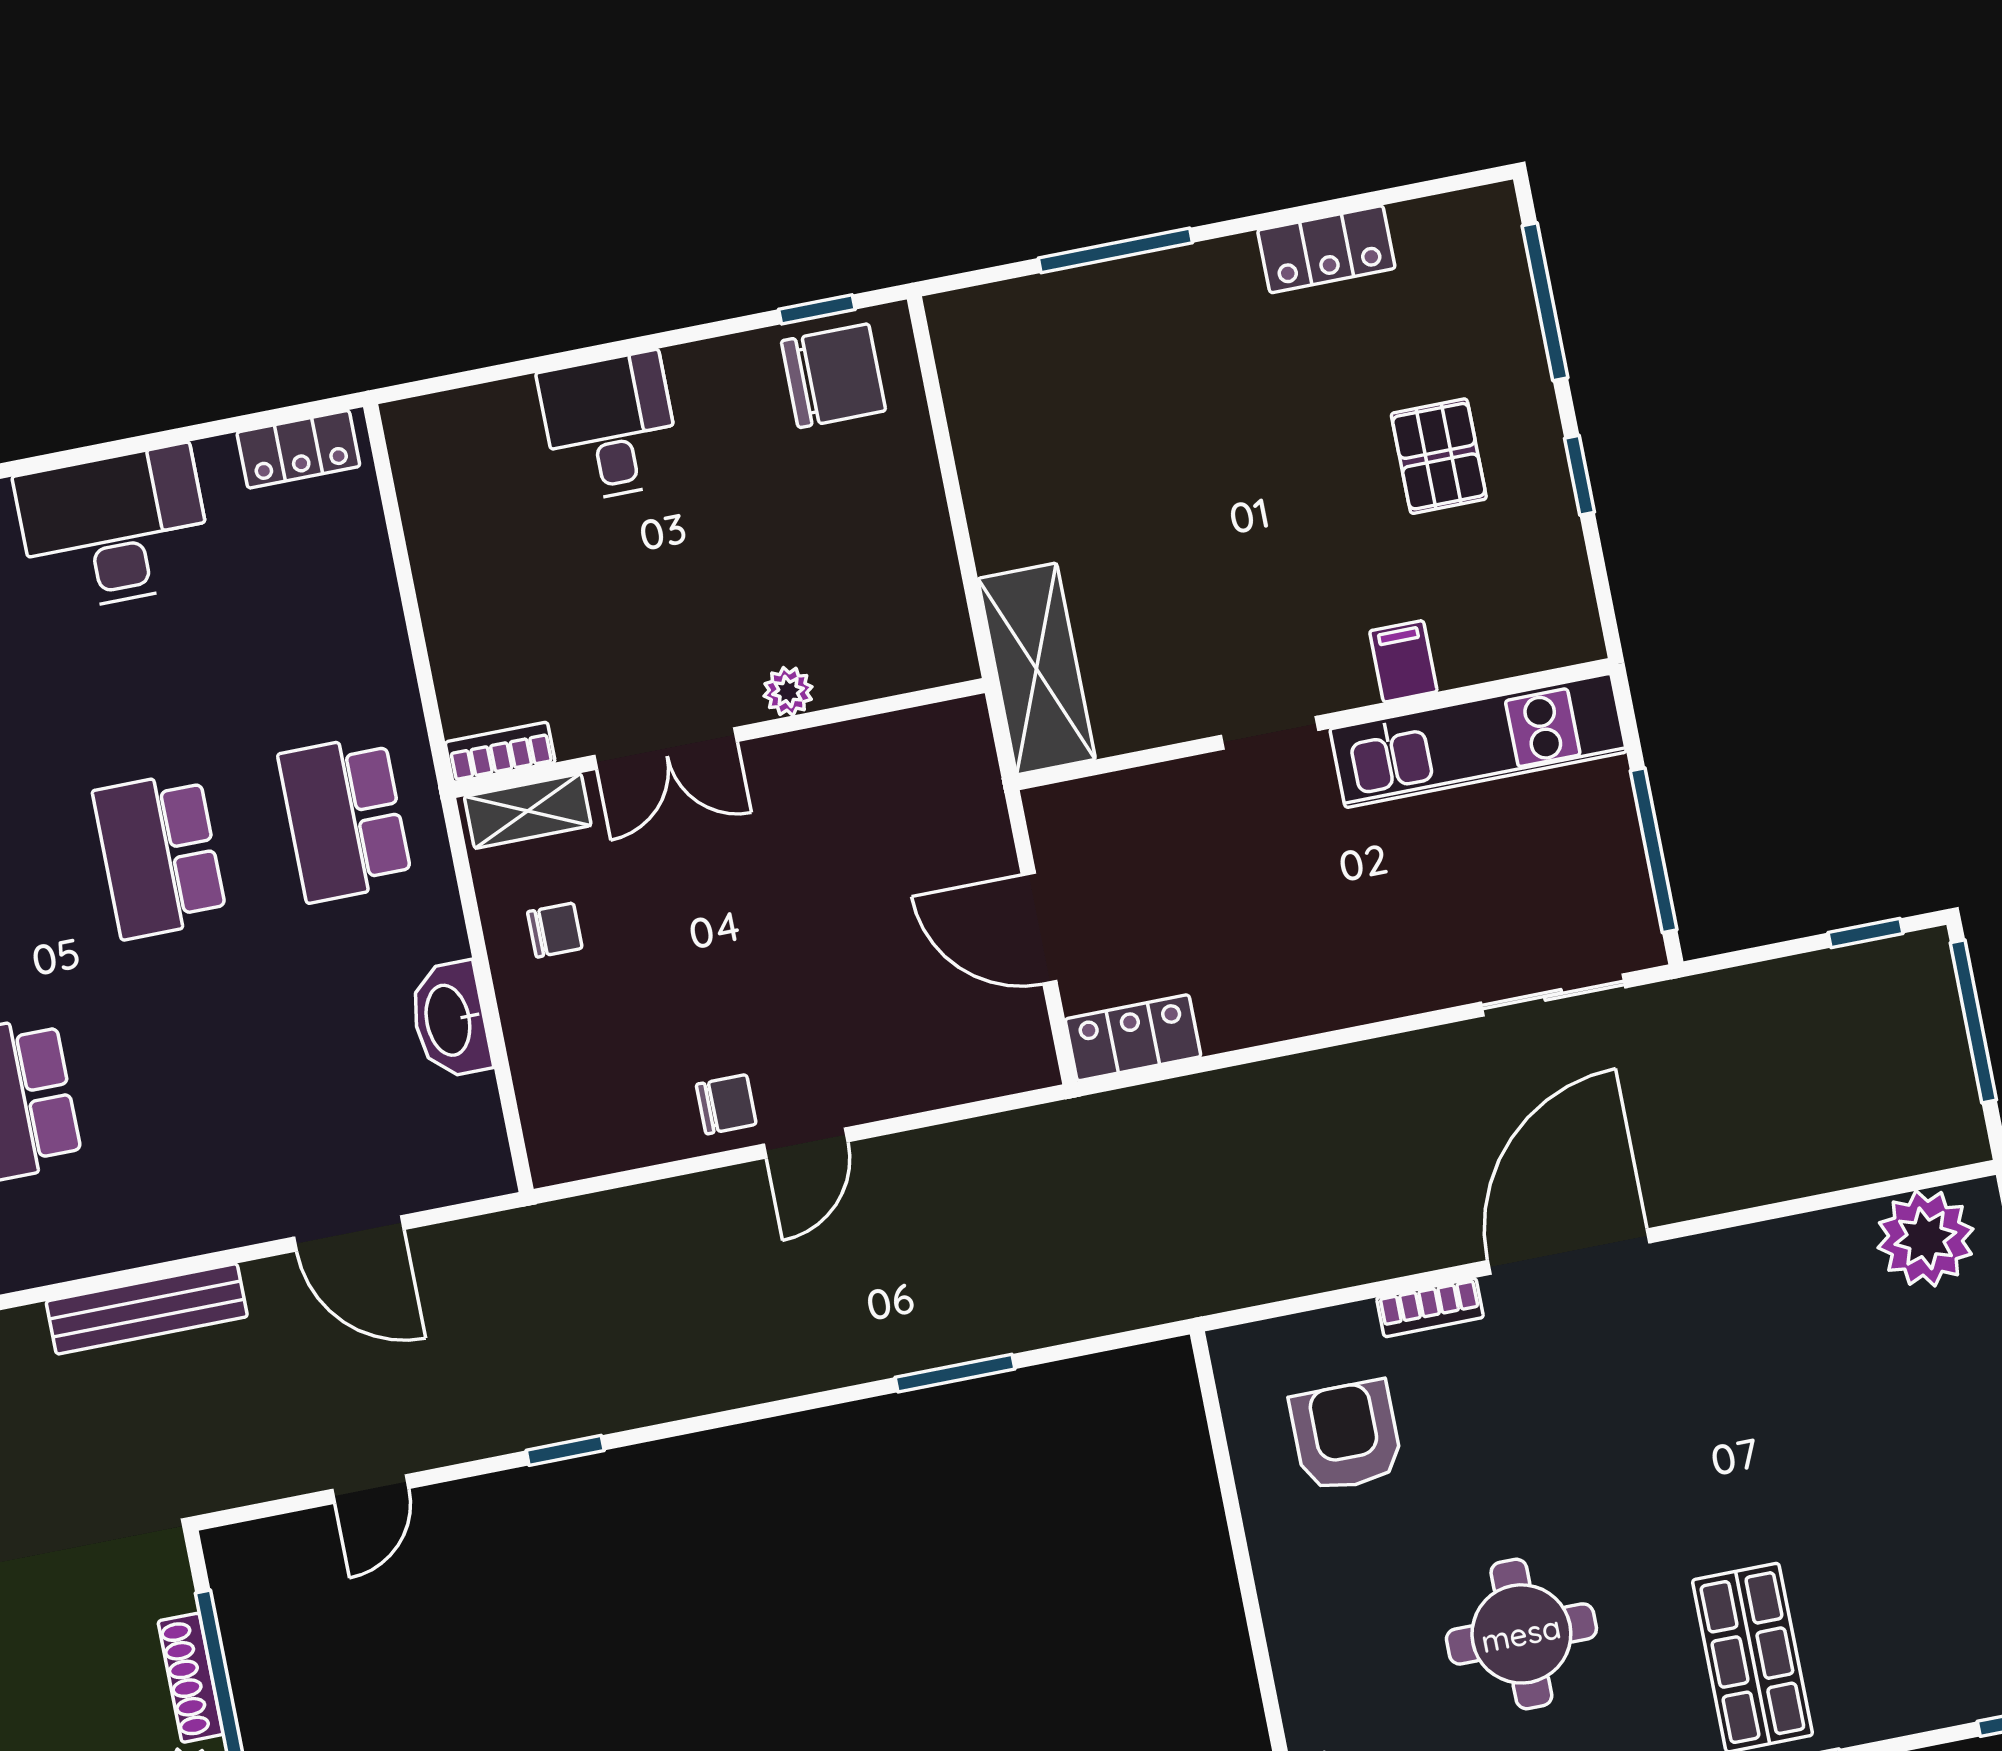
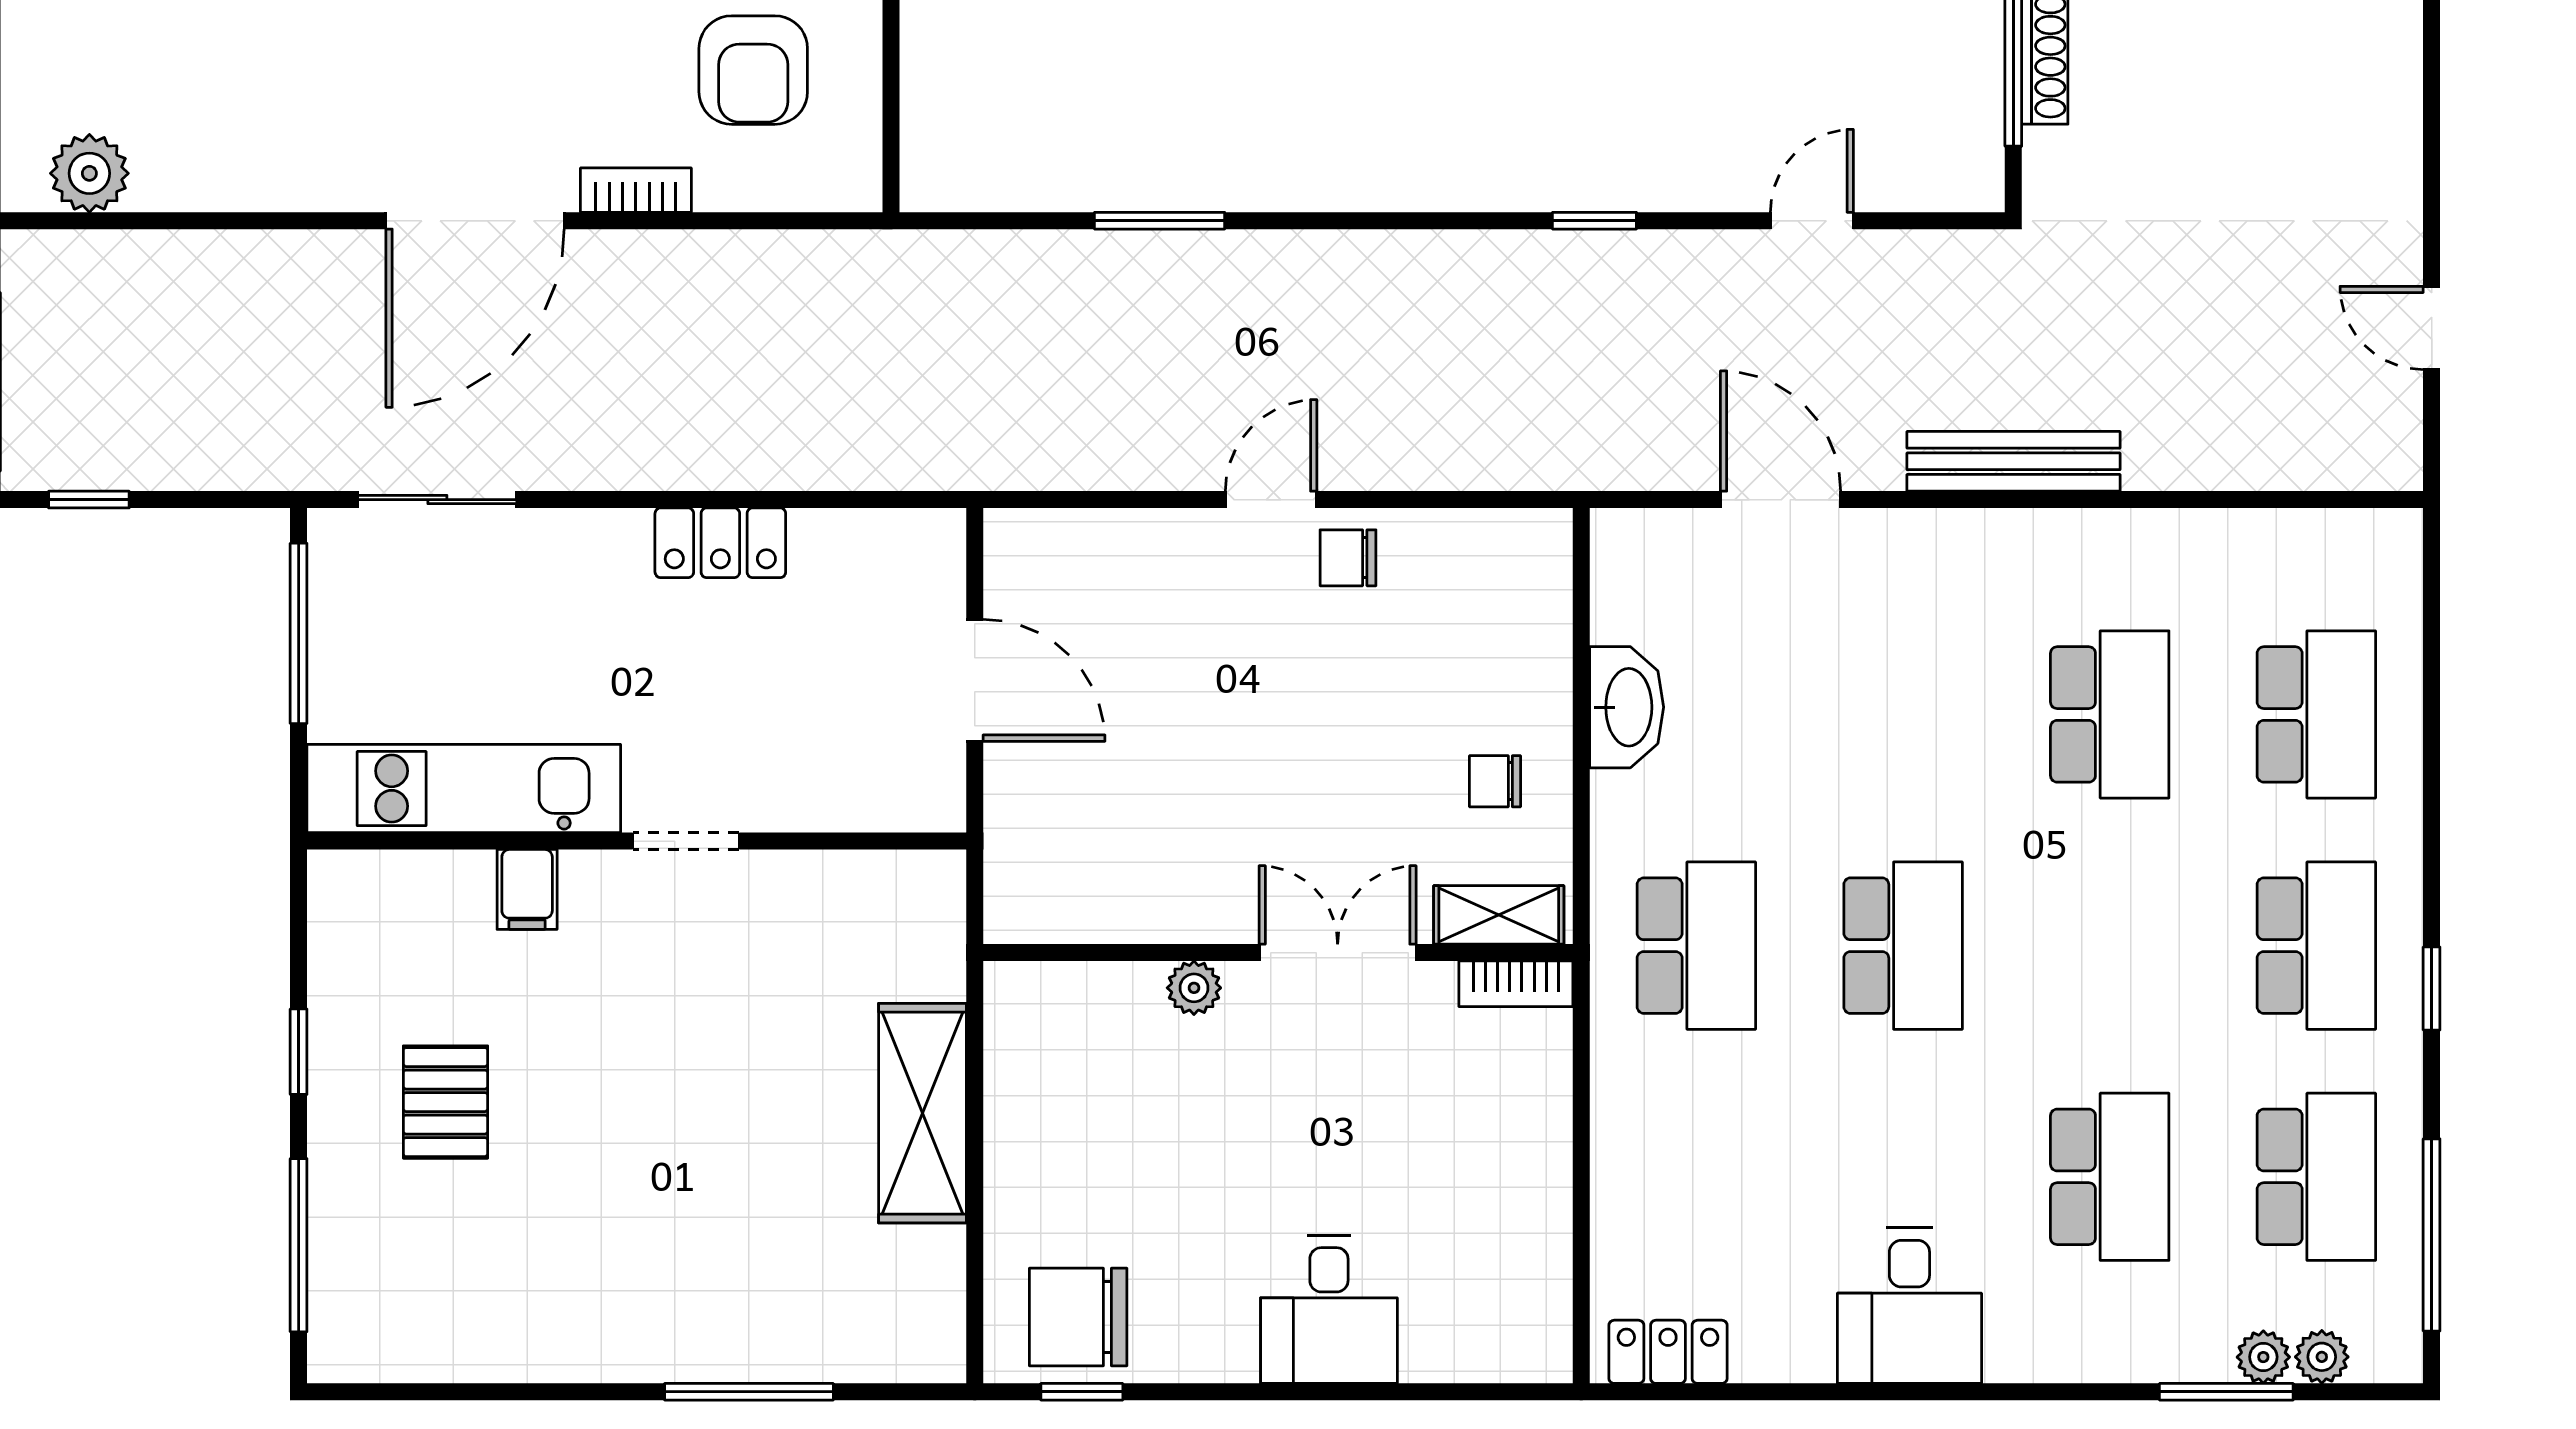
locker: (1326, 249) -> (522, 1348), removed
desk: (114, 529) -> (1909, 1306), width x0.73
shelving: (1037, 669) -> (922, 1113), moved
locker: (1133, 1038) -> (720, 543), moved
plant: (1925, 1238) -> (89, 173), width x0.73, depth x0.73

